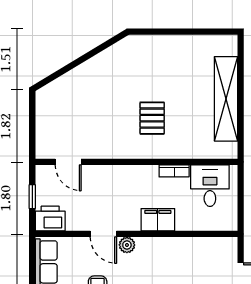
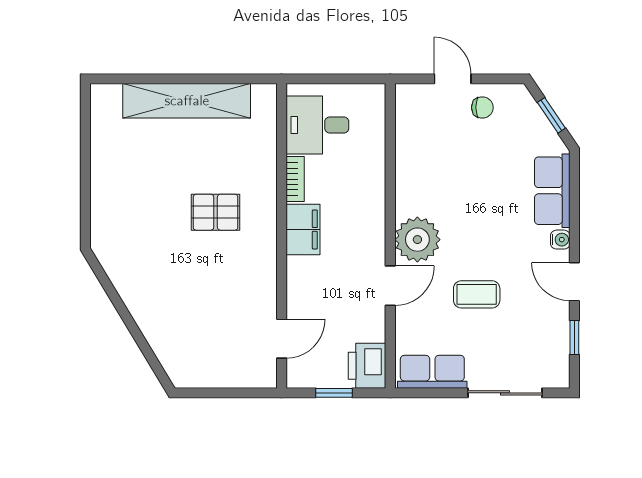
filing cabinet: (158, 220) -> (303, 229), moved, turned 180
plant: (127, 245) -> (417, 240), width x1.88, depth x1.88

